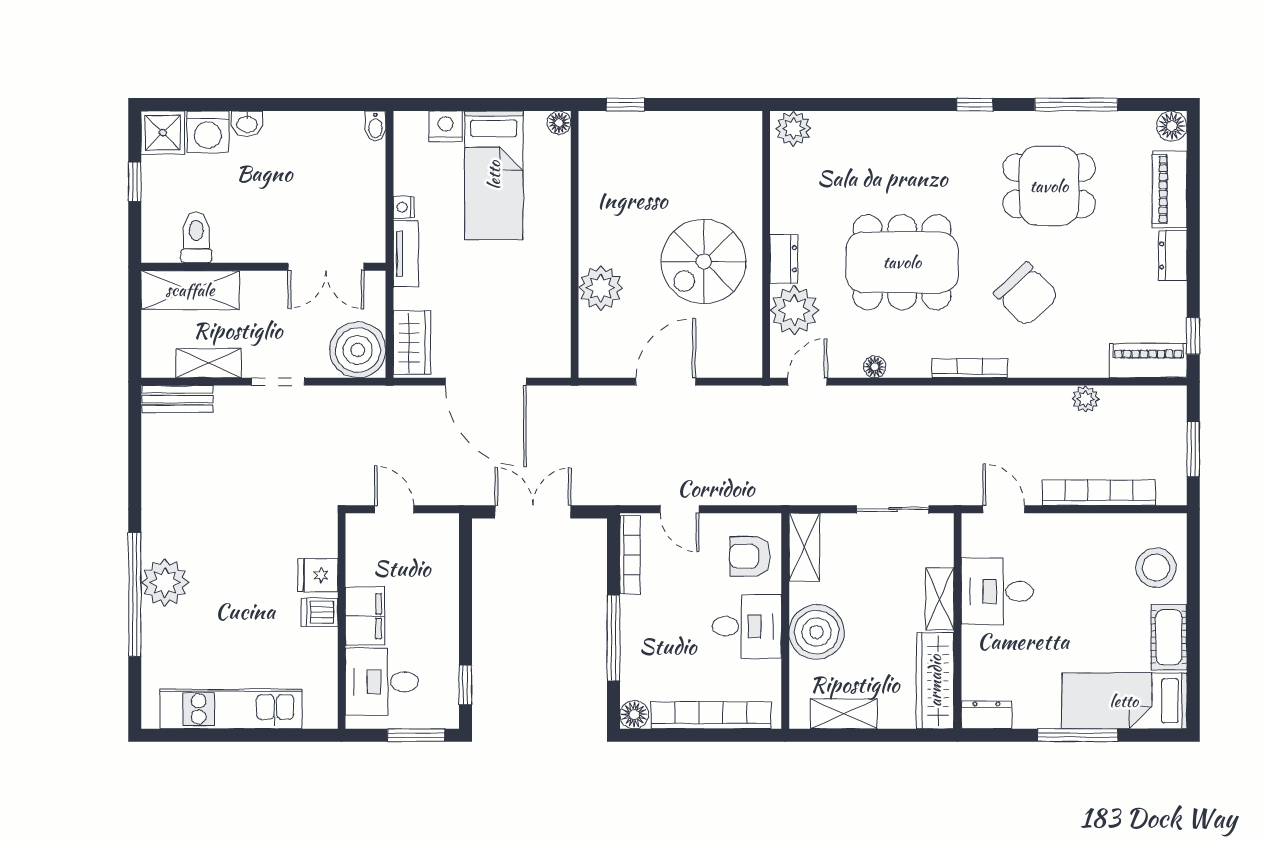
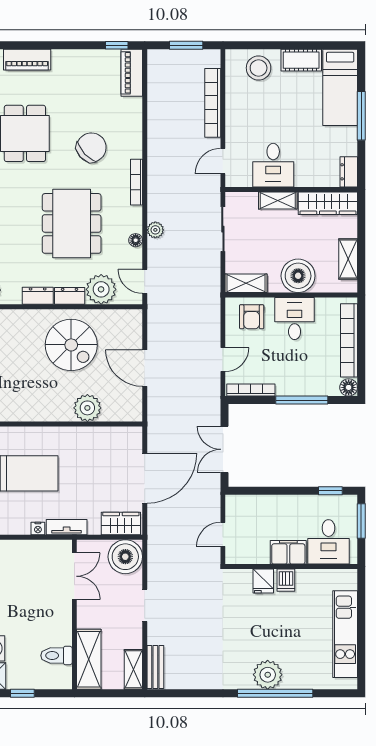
dresser: (1173, 255) -> (38, 296), moved, turned 180
shelving: (209, 363) -> (133, 669), moved
plant: (1085, 399) -> (155, 230), moved

